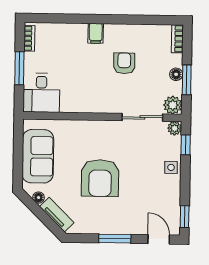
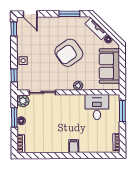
armchair: (124, 63) -> (55, 127), removed
window: (19, 68) -> (122, 111), moved
desk: (41, 93) -> (97, 107), moved
plant: (175, 128) -> (78, 86), moved
armchair: (100, 178) -> (69, 53), turned -125
window: (115, 239) -> (69, 14), moved

